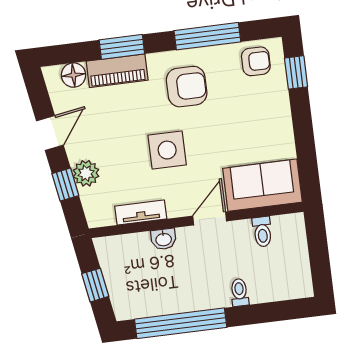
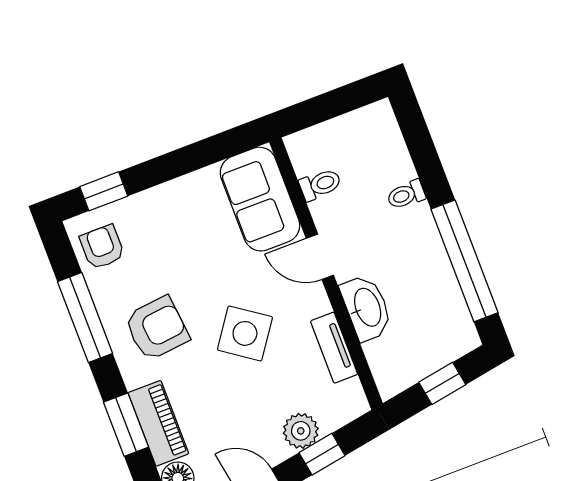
armchair: (187, 87) -> (157, 328), turned 84
side table: (167, 150) -> (245, 333), turned 35
washbasin: (164, 239) -> (367, 308), width x1.91, depth x1.45

